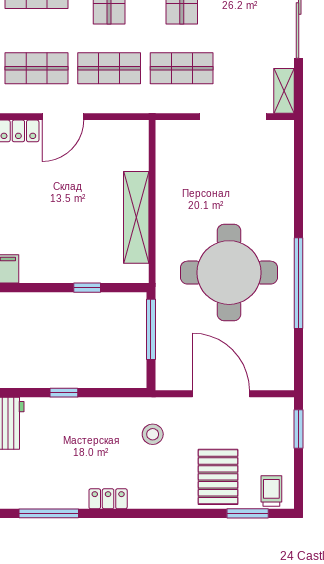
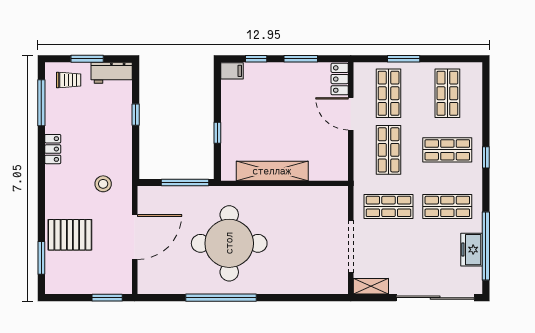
shop shelf: (182, 68) -> (389, 206), turned 90
trolley: (271, 491) -> (69, 80), moved

